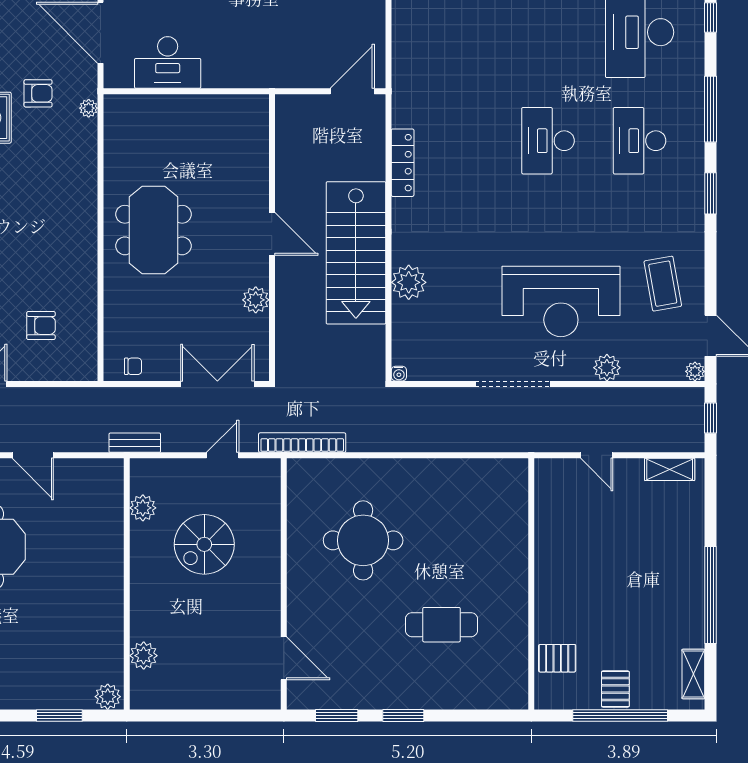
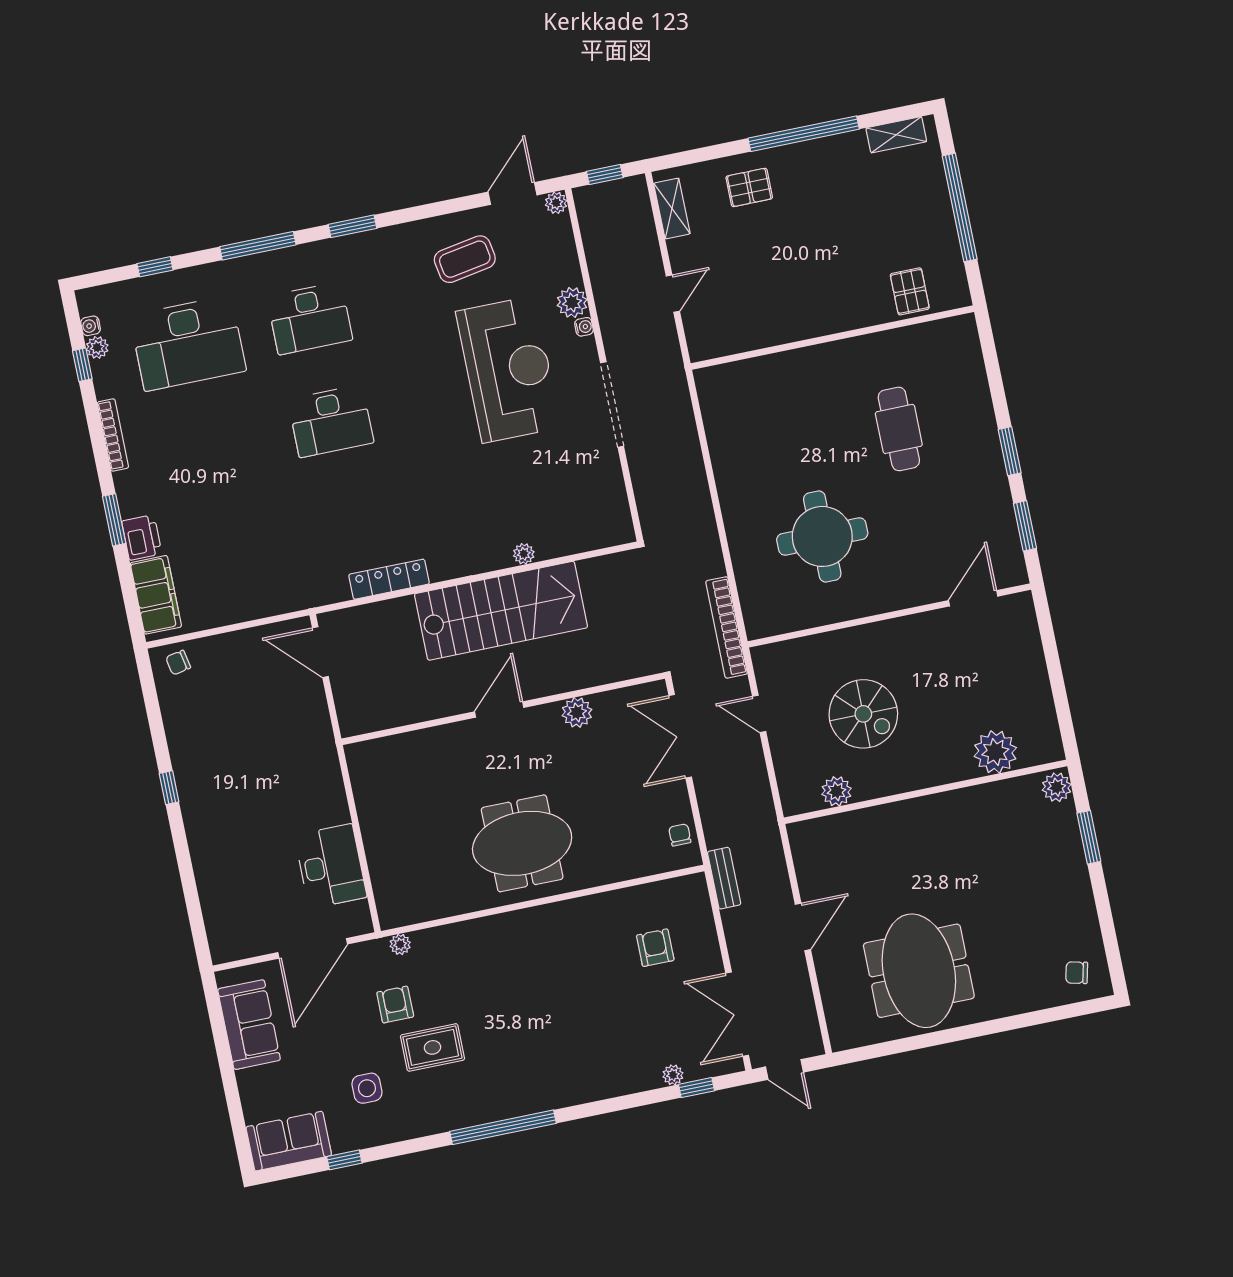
plant: (409, 282) -> (524, 554), width x0.53, depth x0.53
water cooler: (399, 374) -> (584, 327), moved
bench: (135, 443) -> (724, 878), moved
plant: (144, 656) -> (995, 752), width x1.36, depth x1.36
pallet: (615, 689) -> (749, 187), moved

